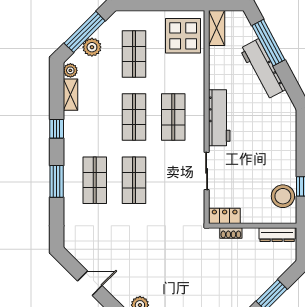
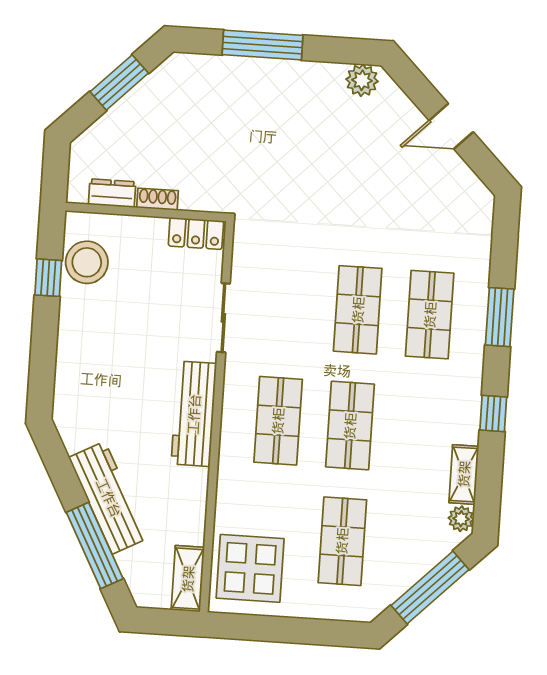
plant: (92, 47) -> (419, 559), removed
shoe rack: (231, 233) -> (157, 199), moved
dresser: (277, 235) -> (112, 193), width x0.70

